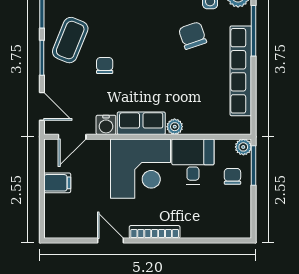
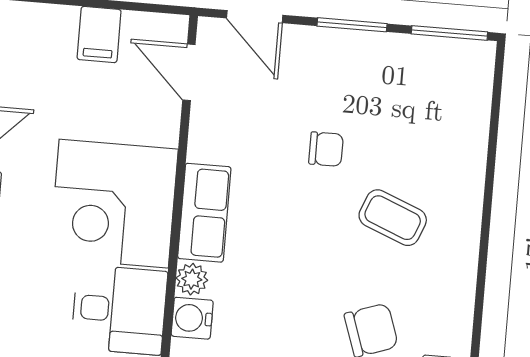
coffee table: (70, 40) -> (393, 218), moved, width x0.73, depth x0.77
door: (42, 106) -> (255, 17), hinge flipped
water cooler: (106, 125) -> (192, 318), moved

